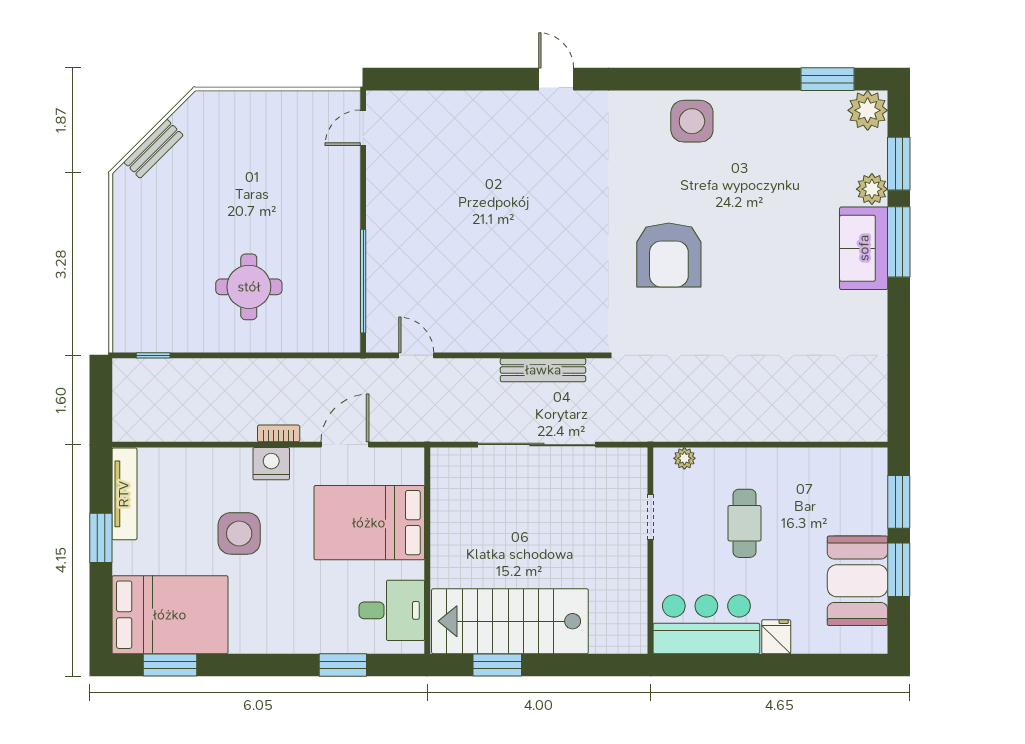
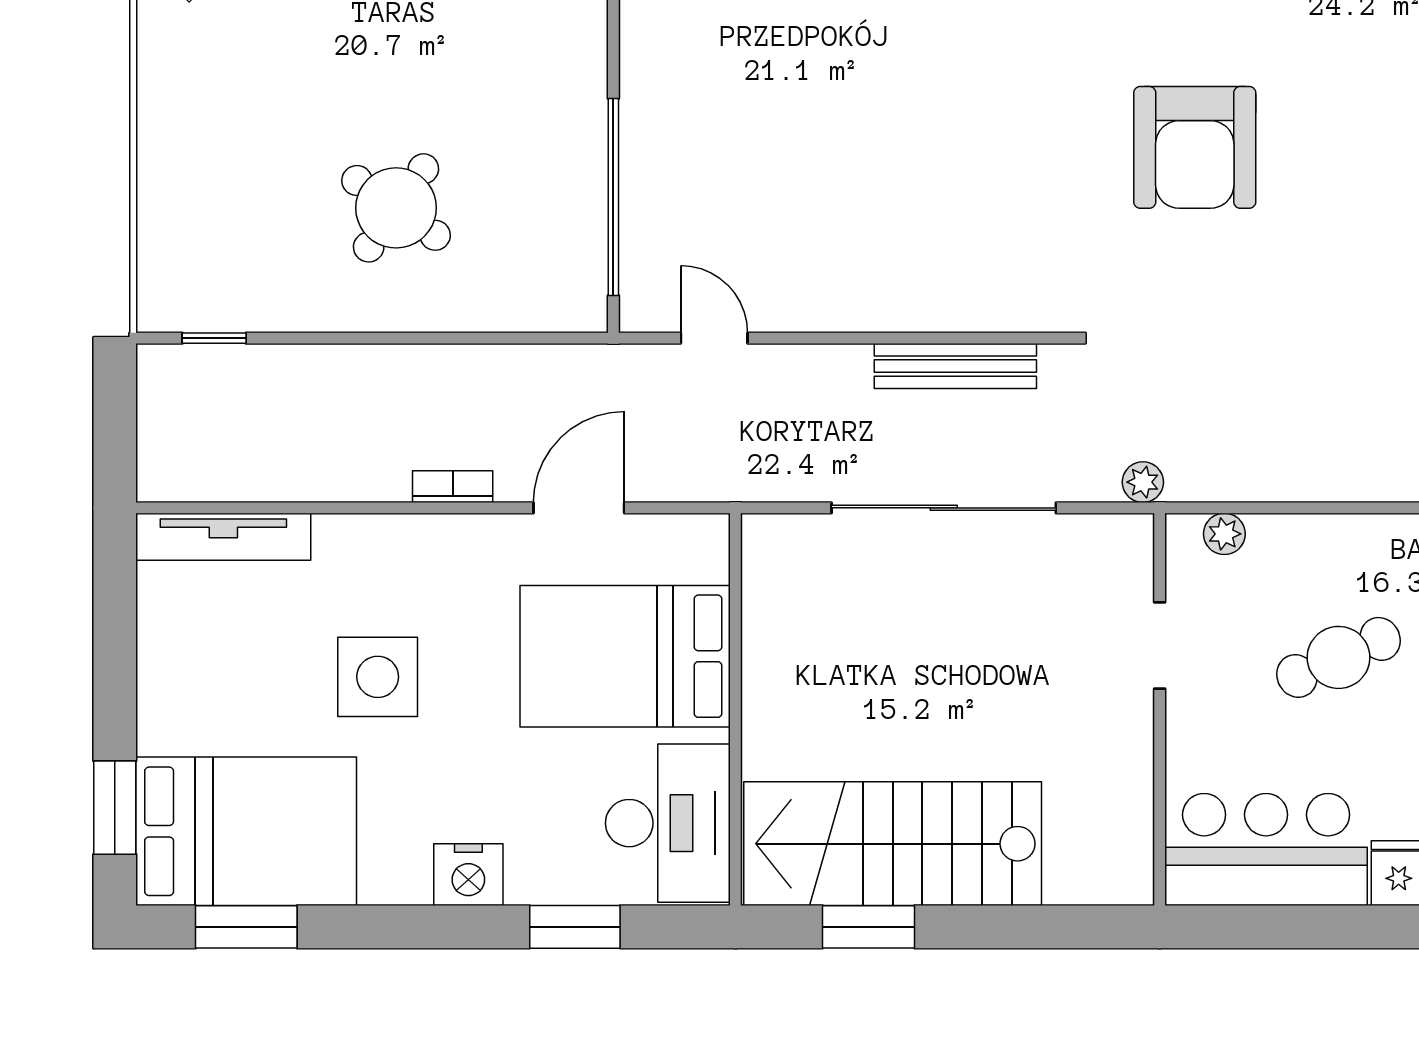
round table: (249, 287) -> (396, 208), turned 35
plant: (642, 431) -> (1143, 482), added
nightstand: (271, 464) -> (468, 875), moved, turned 180
tv unit: (124, 494) -> (223, 537), moved, turned 90
cafe table: (745, 523) -> (1339, 657), turned 66
window: (101, 538) -> (115, 808), moved
desk: (392, 610) -> (668, 823), width x1.37

